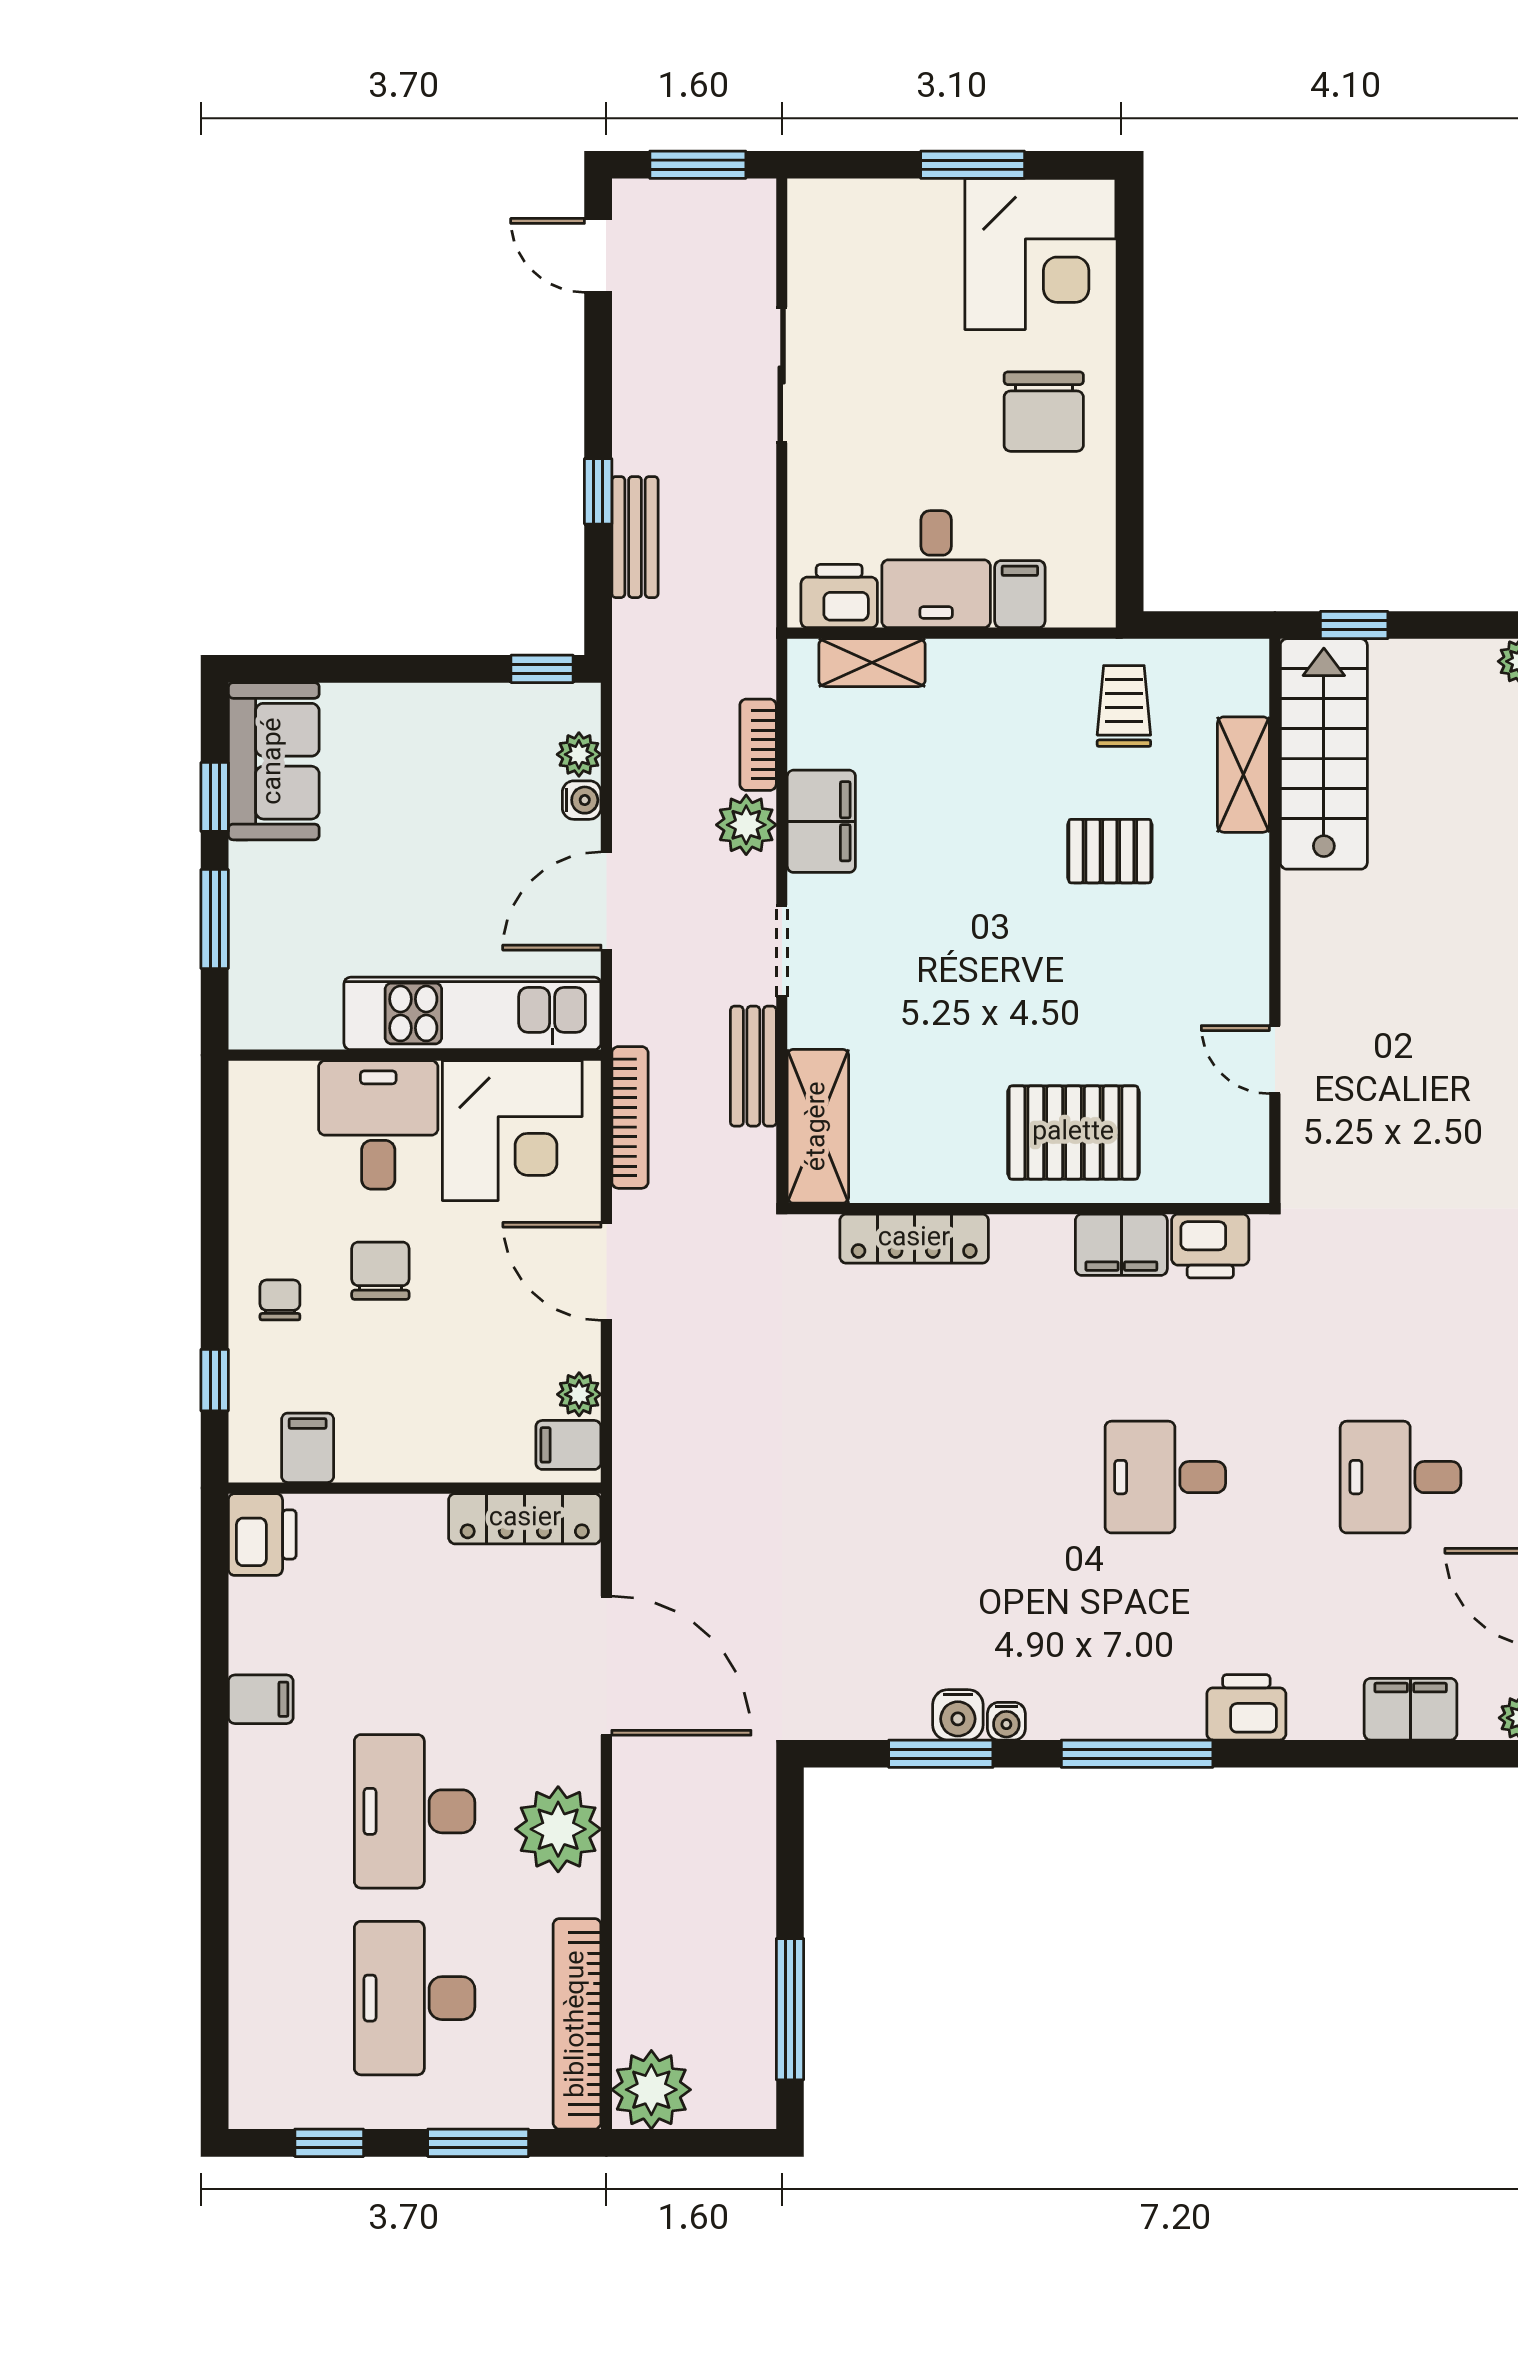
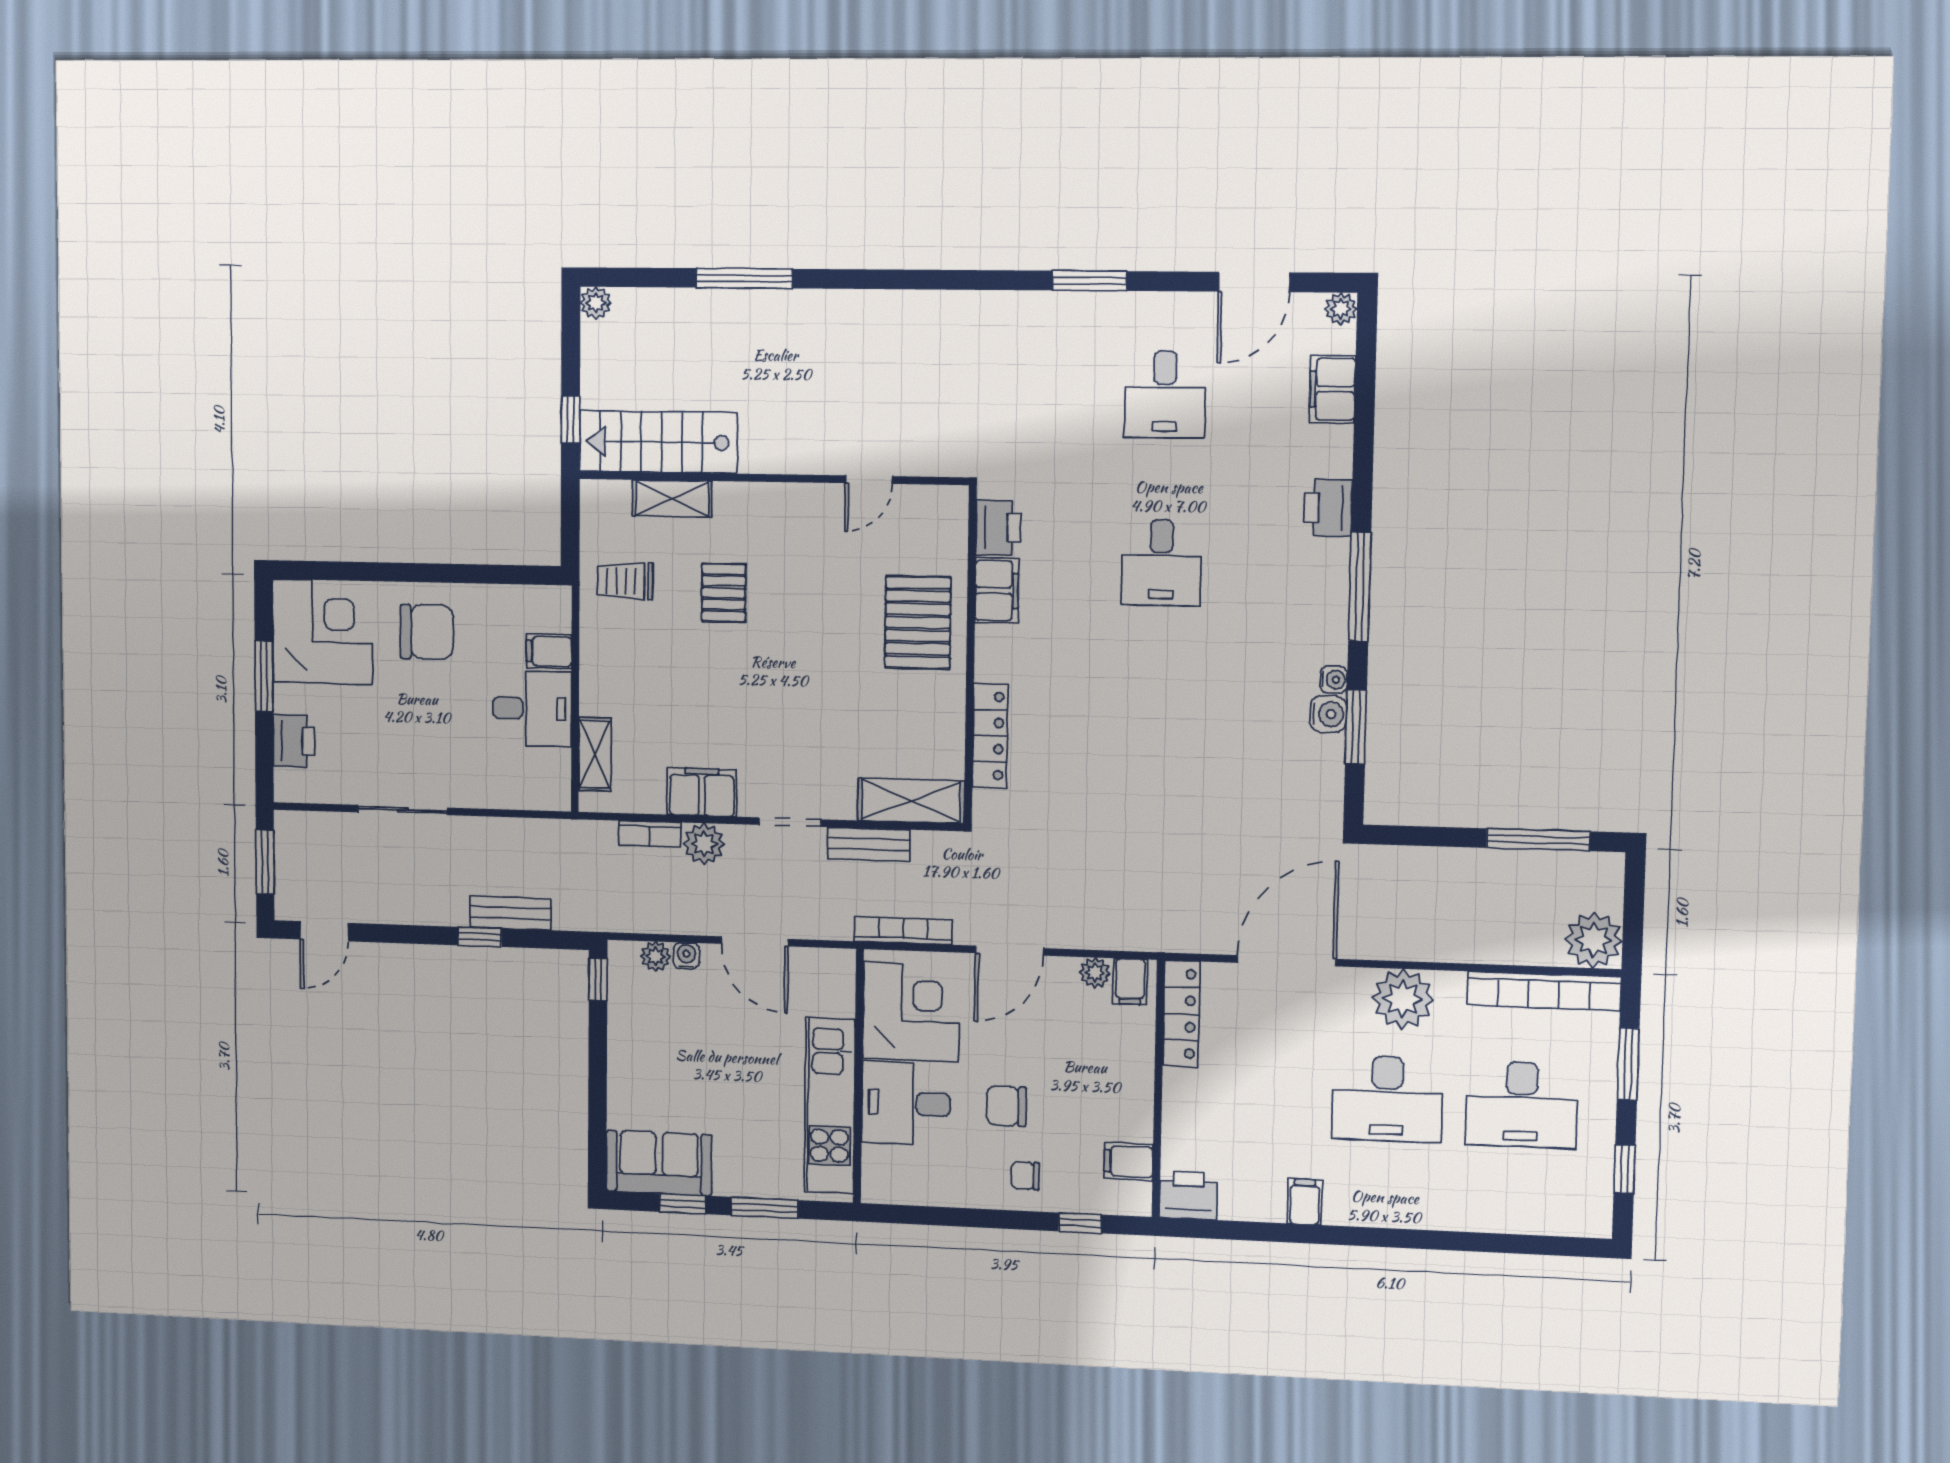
printer: (839, 596) -> (294, 741), moved, turned 180
kitchen unit: (472, 1013) -> (830, 1105), moved

